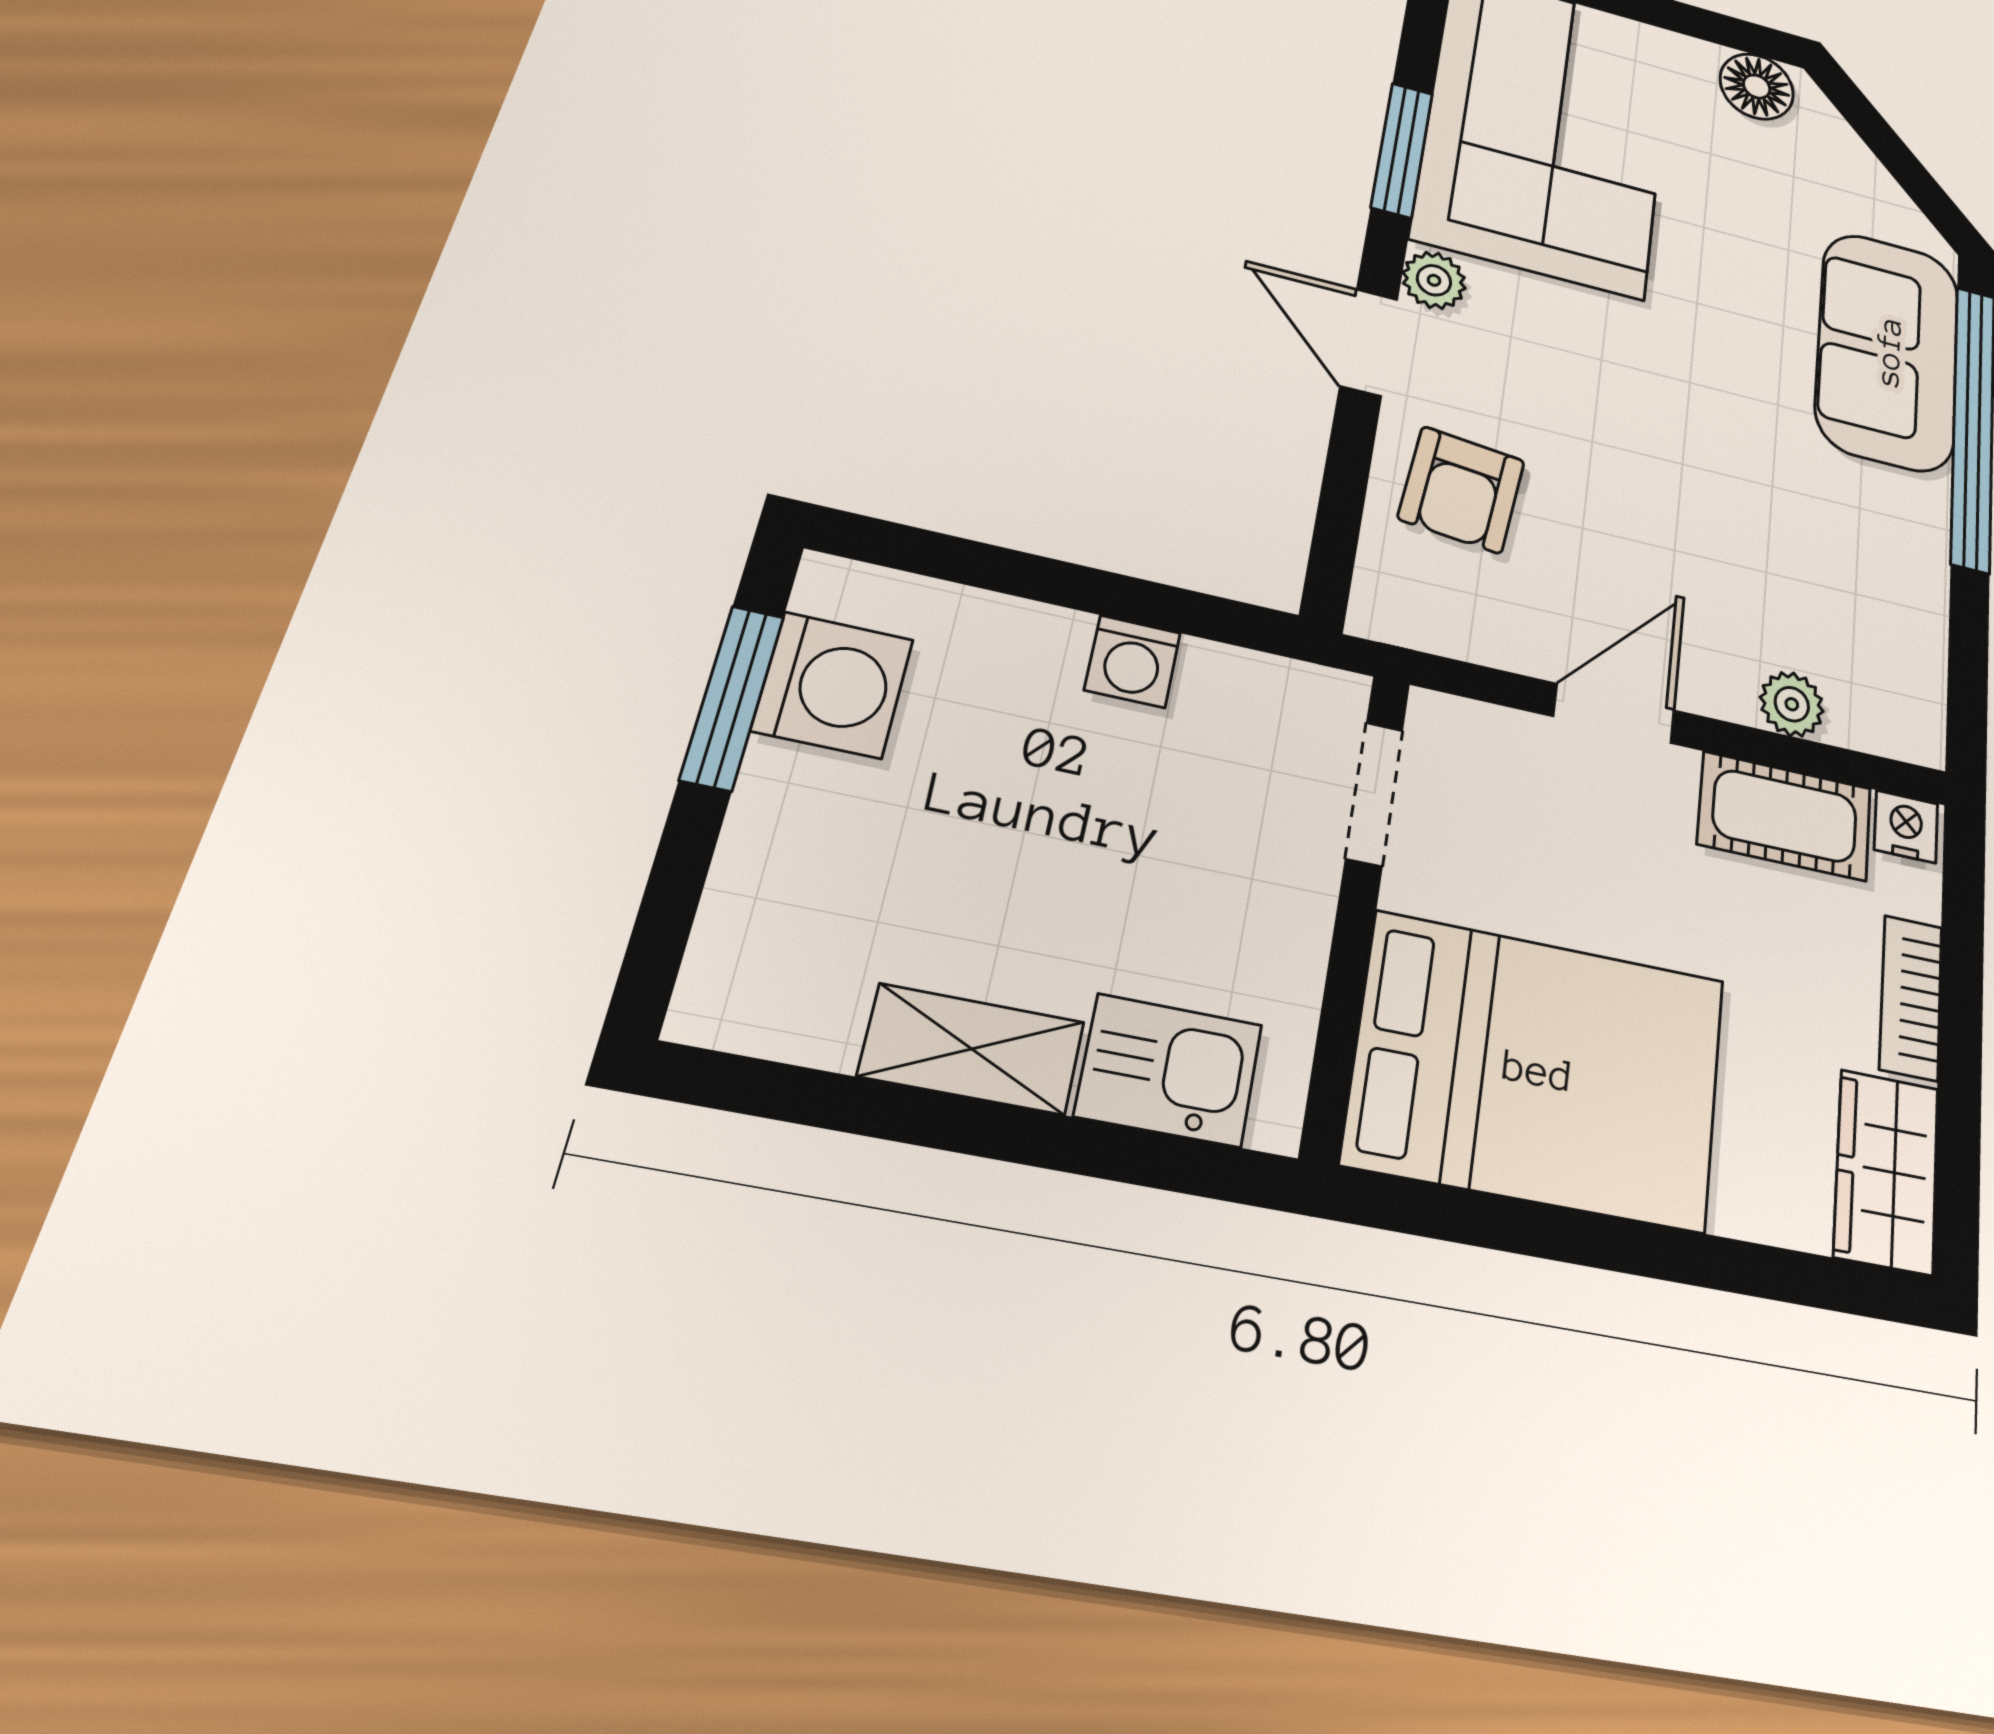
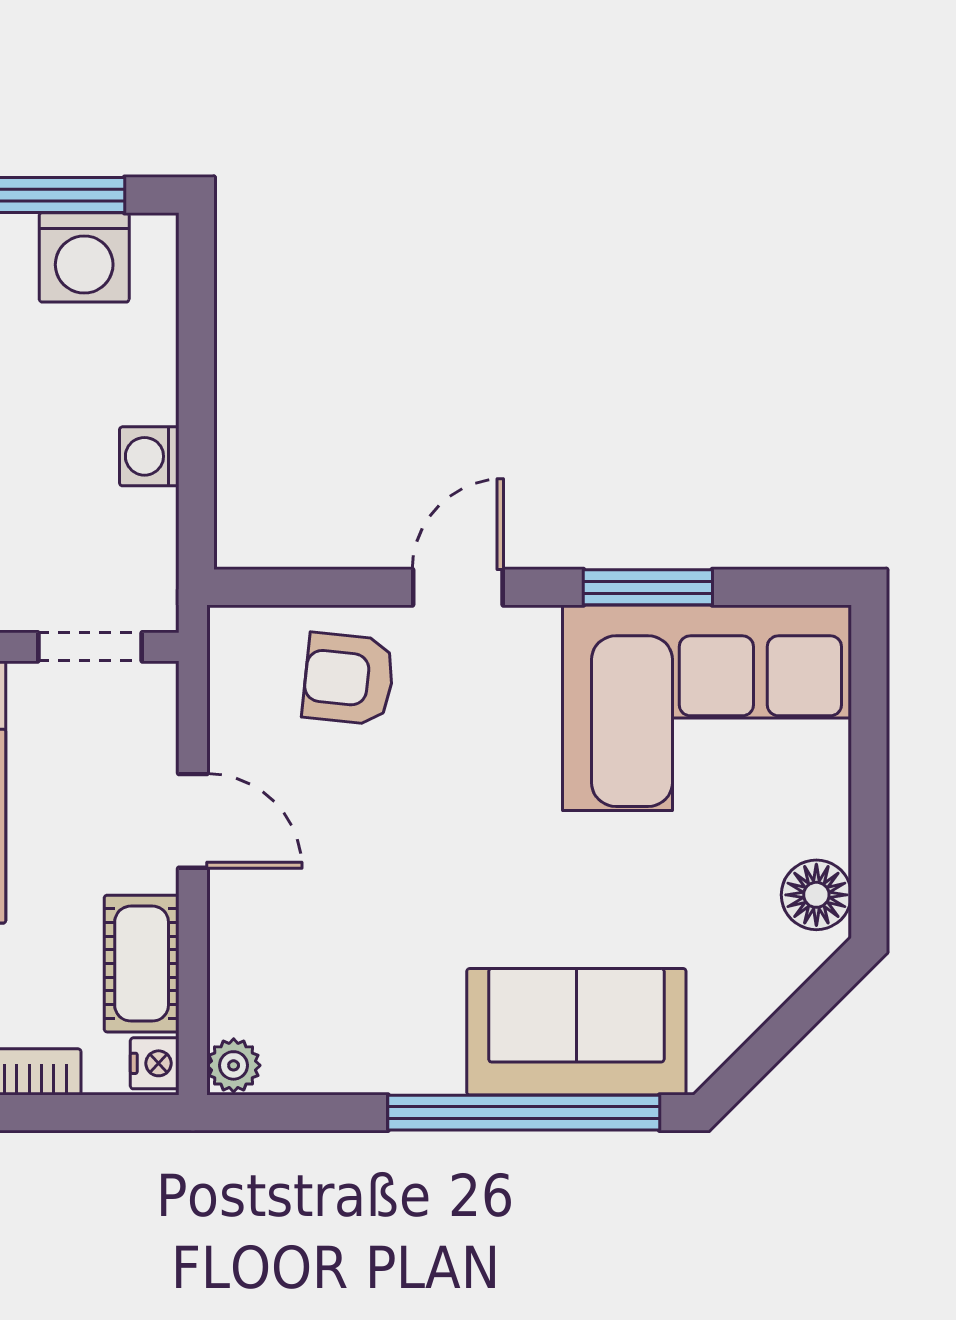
plant: (1434, 280) -> (530, 632), removed
plant: (1792, 704) -> (234, 1065), moved

